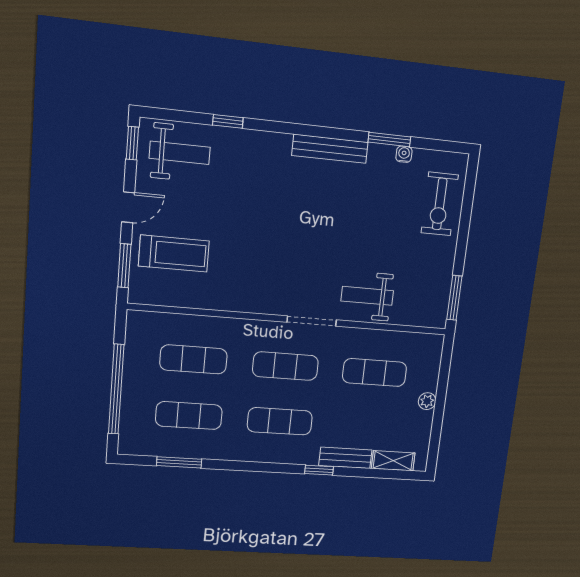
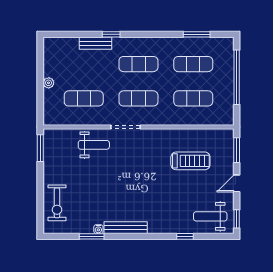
water cooler: (404, 154) -> (98, 229), moved
exercise bike: (440, 204) -> (57, 203), turned 180
treadmill: (174, 253) -> (190, 161), moved, turned 180
shelving: (393, 461) -> (65, 43), removed

